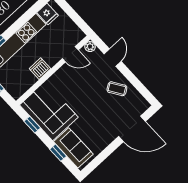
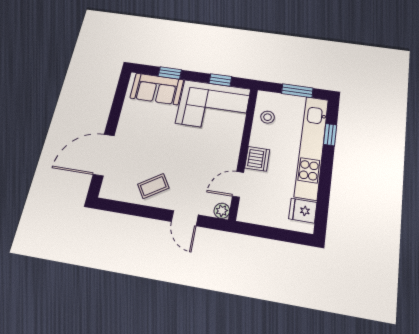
dishwasher: (40, 69) -> (257, 159), moved
stool: (24, 80) -> (268, 117), added

